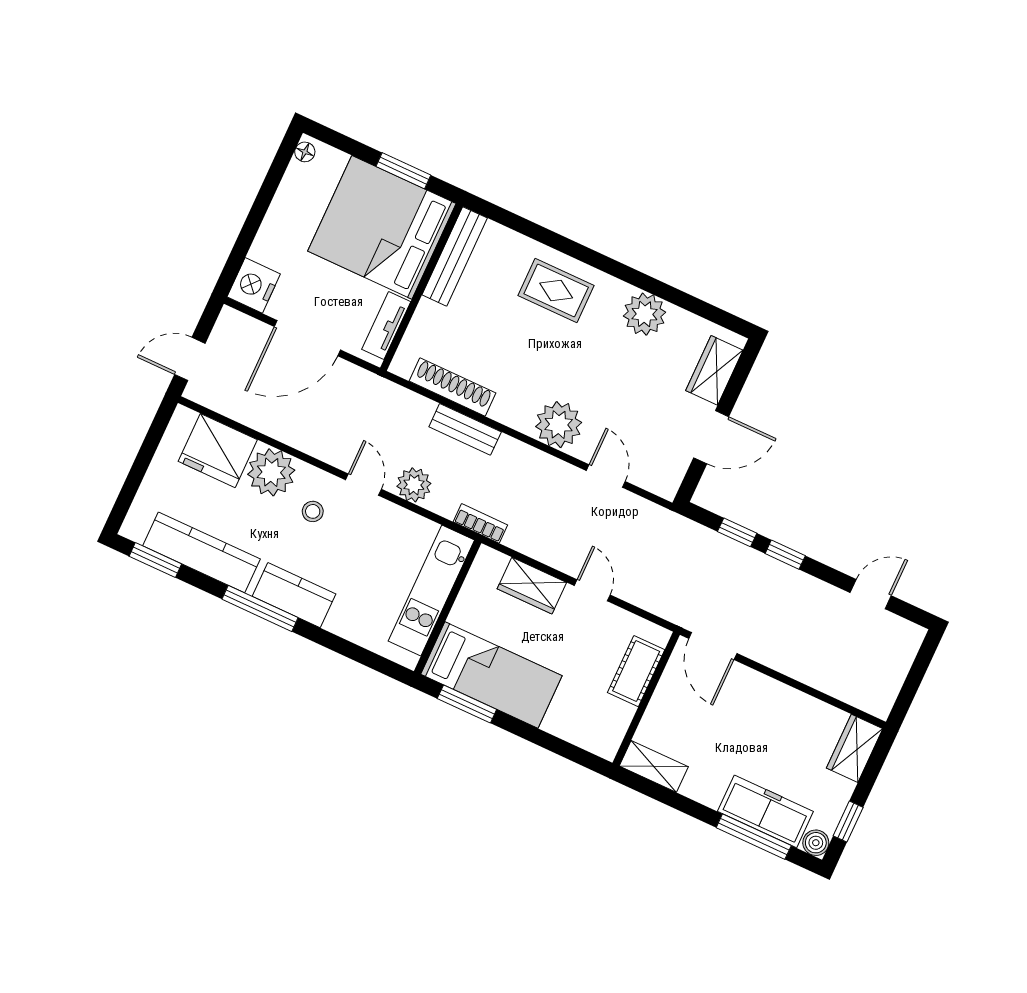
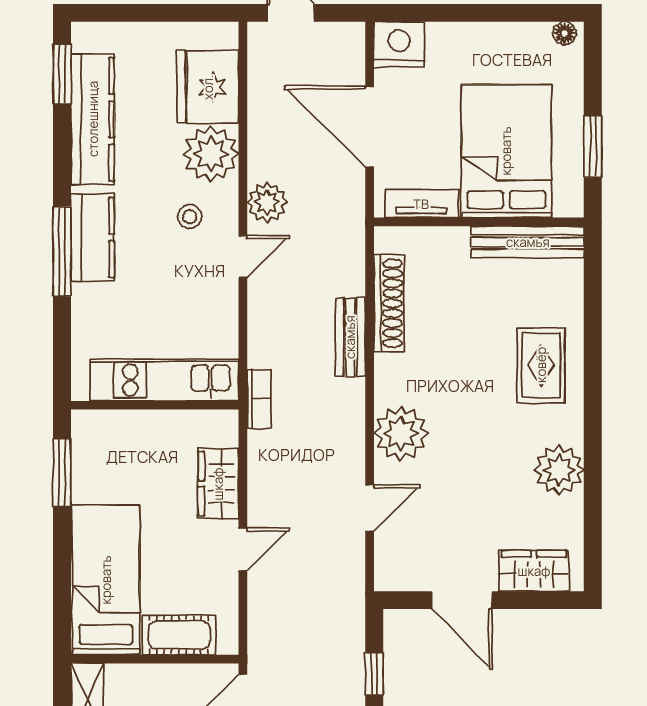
bed: (382, 227) -> (506, 151), width x0.73
plant: (414, 485) -> (267, 202), moved
window: (260, 608) -> (62, 251), moved
bed: (491, 675) -> (106, 580), moved, turned 180

